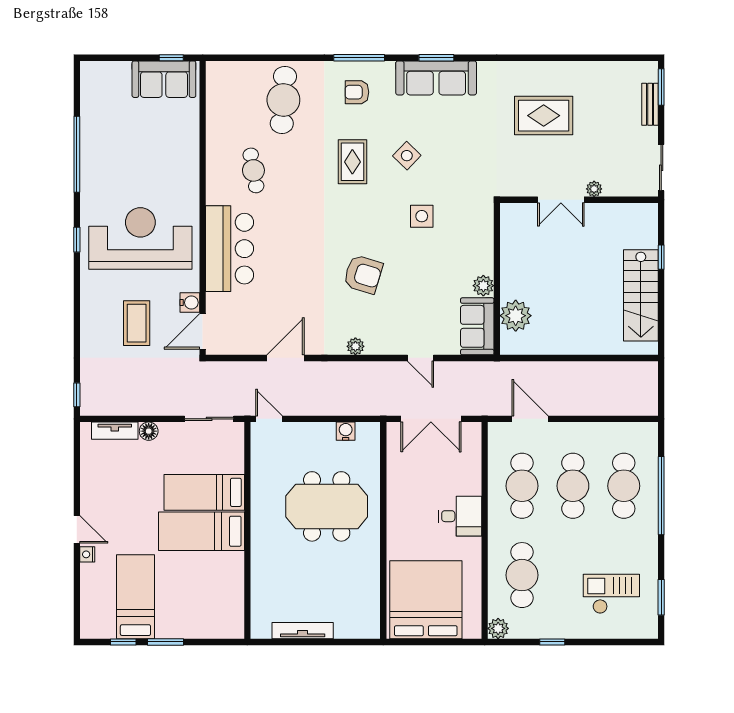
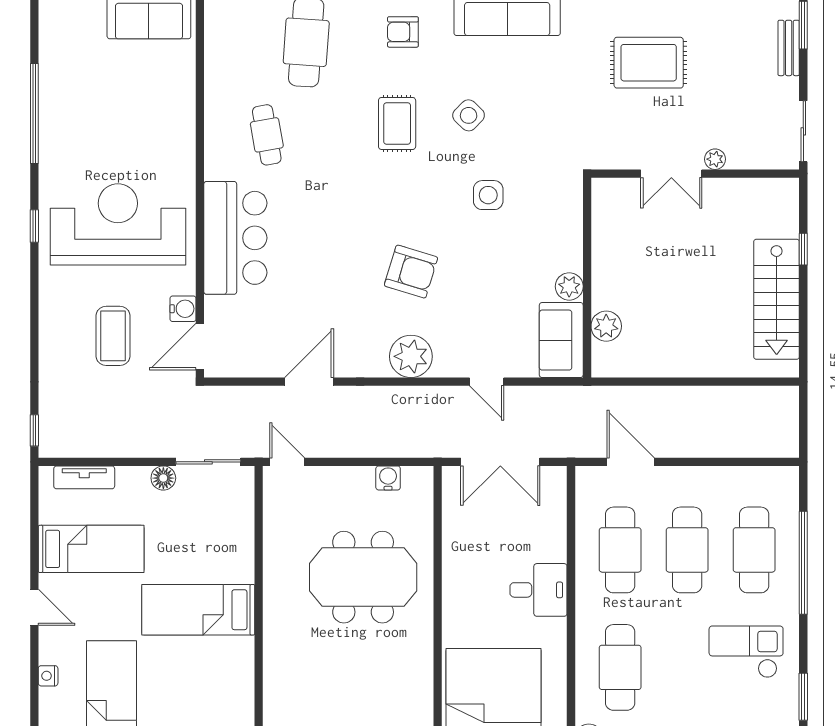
plant: (516, 316) -> (606, 326), width x0.73, depth x0.73
plant: (355, 346) -> (411, 356), width x1.87, depth x1.87
floor lamp: (149, 431) -> (163, 478), moved
bed: (204, 492) -> (91, 549), moved, turned 180
nightstand: (87, 554) -> (48, 676), moved
checkout: (611, 594) -> (746, 652), moved

